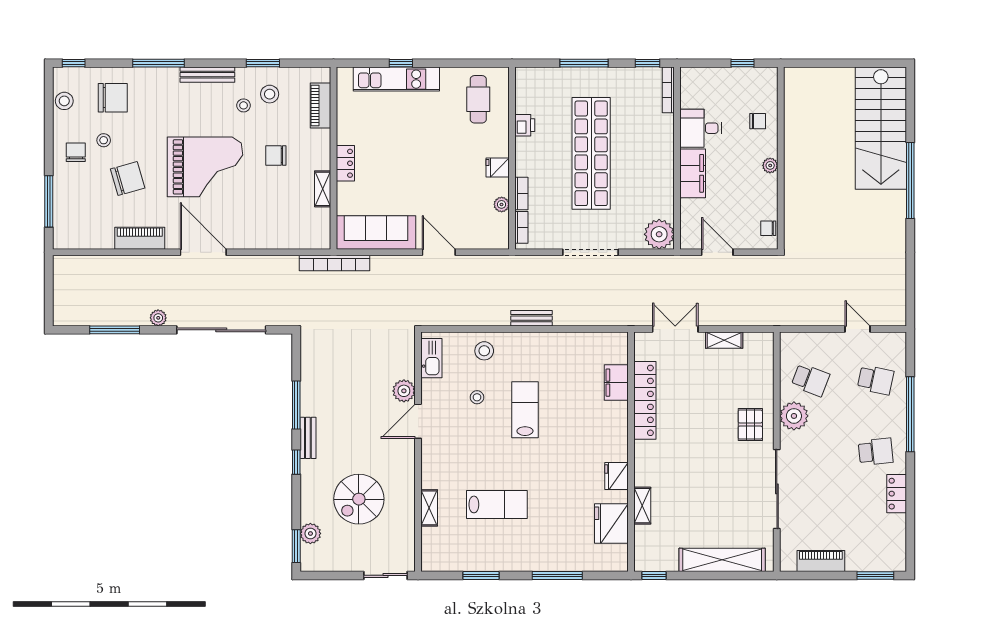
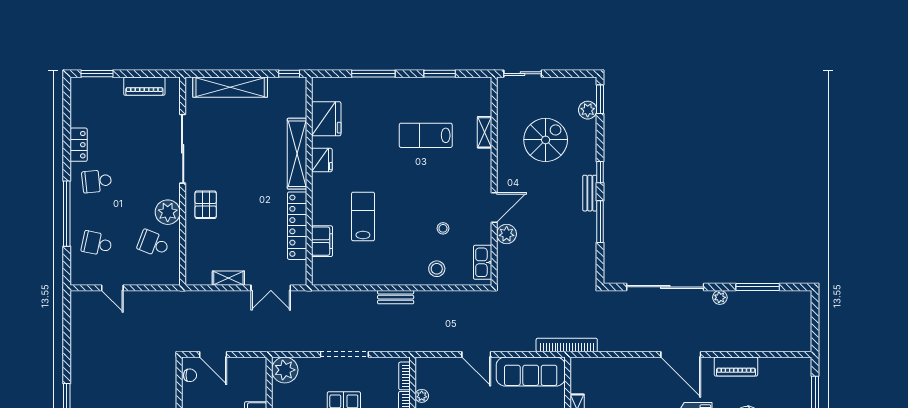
door: (717, 252) -> (213, 354), moved
lab bench: (525, 410) -> (363, 216), moved, turned 180
shelving: (642, 506) -> (297, 154), width x2.20, depth x1.33

